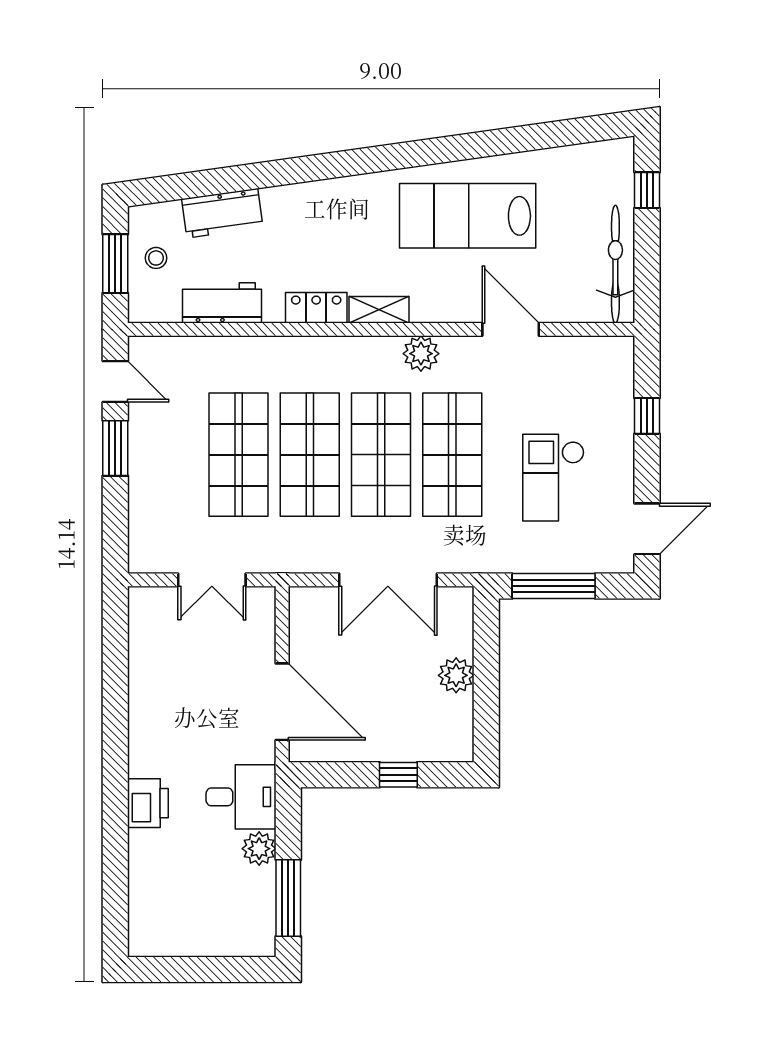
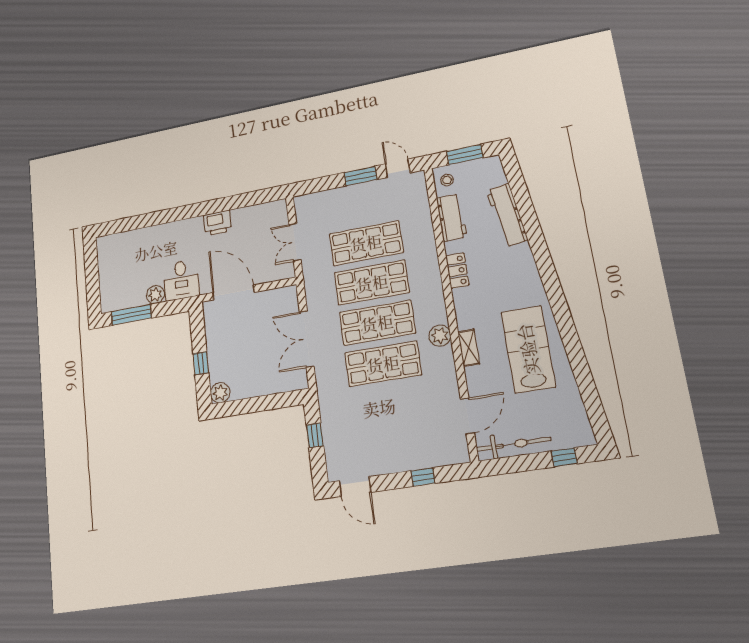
workbench: (222, 213) -> (507, 215), width x1.37
stool: (156, 258) -> (447, 180), moved
shelving: (379, 310) -> (469, 348), moved
door: (511, 329) -> (467, 416), moved
door: (115, 381) -> (398, 168), swing flipped
checkout: (553, 478) -> (378, 426), removed
window: (554, 586) -> (315, 435), width x0.46
plant: (456, 675) -> (220, 393), moved
door: (282, 702) -> (233, 293), swing flipped
printer: (148, 803) -> (218, 223), moved

